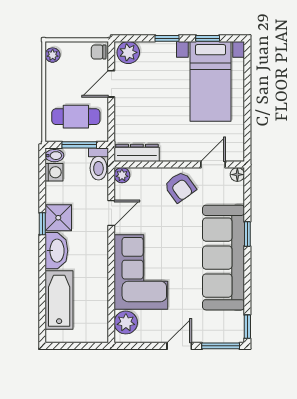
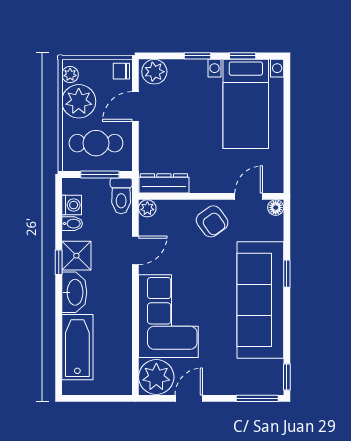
plant: (60, 79) -> (79, 101), added
bidet: (54, 156) -> (72, 224), moved
plant: (126, 323) -> (156, 377), width x1.36, depth x1.36
door: (179, 346) -> (189, 398), moved

